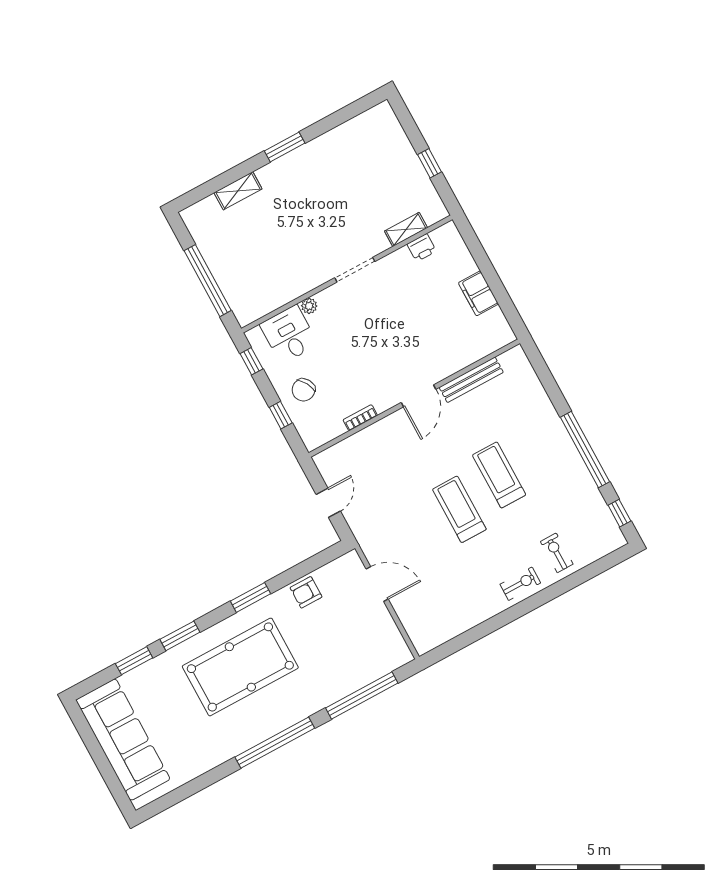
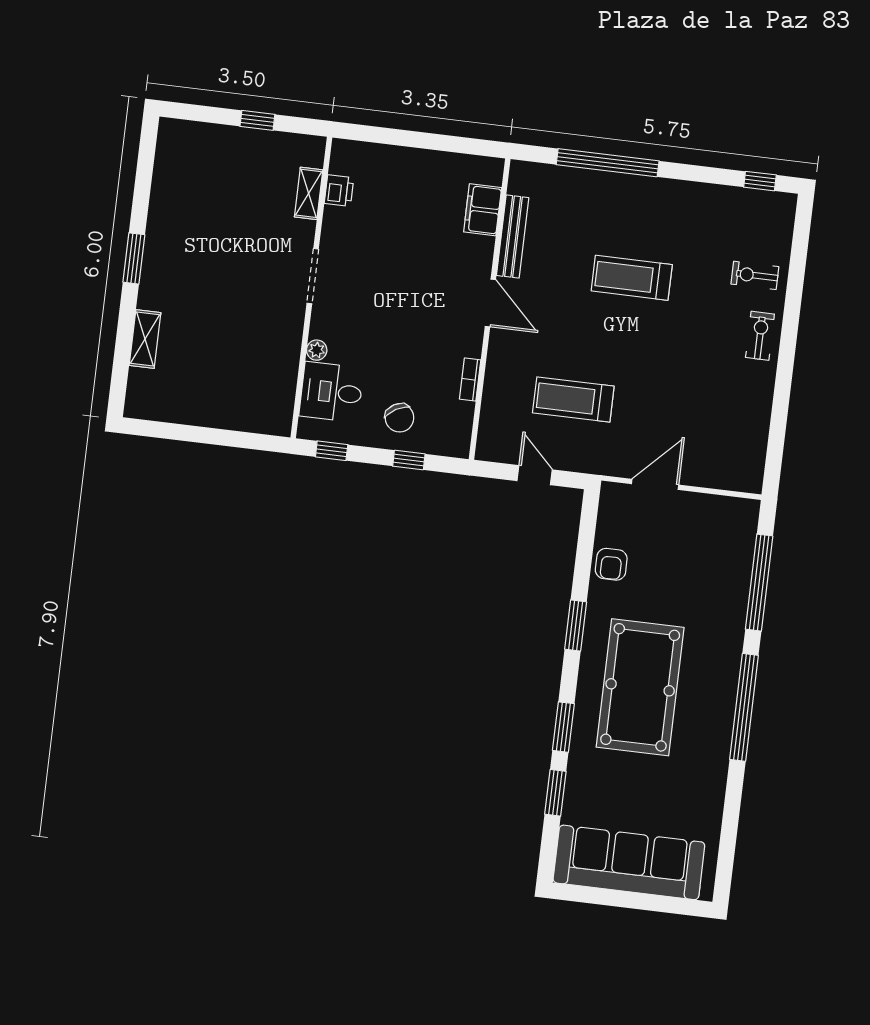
window: (208, 281) -> (216, 437), removed
filing cabinet: (478, 293) -> (483, 210), moved, turned 90
window: (585, 450) -> (608, 163), moved
treadmill: (459, 509) -> (573, 399), moved

